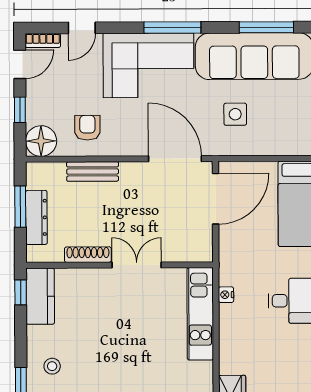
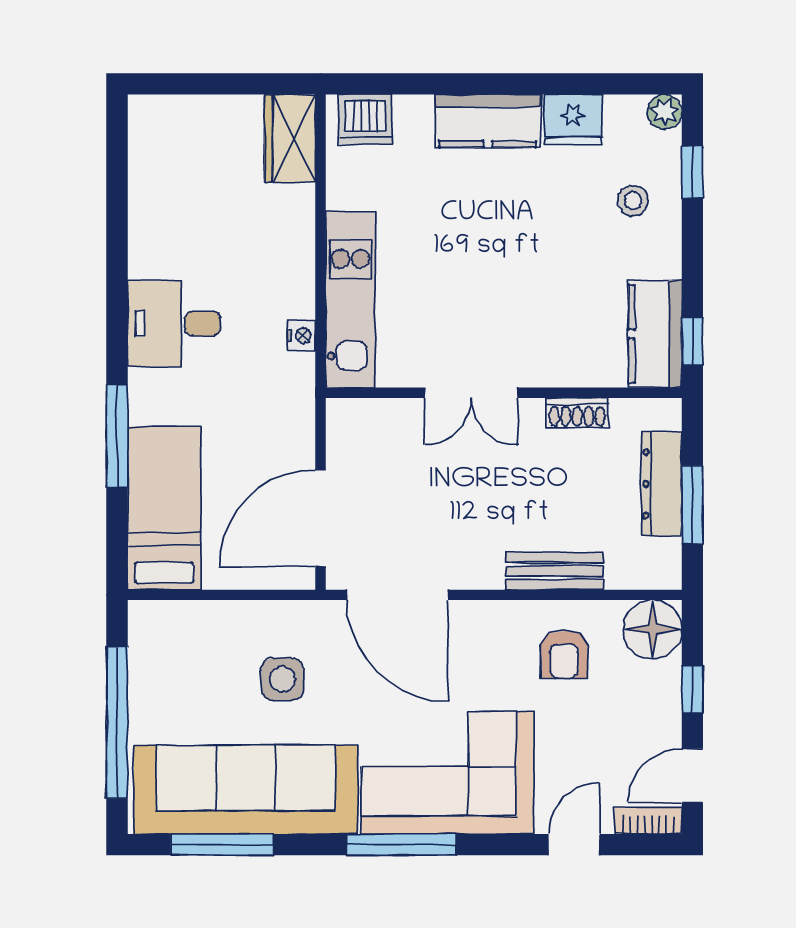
shoe rack: (88, 255) -> (577, 413), width x0.70

